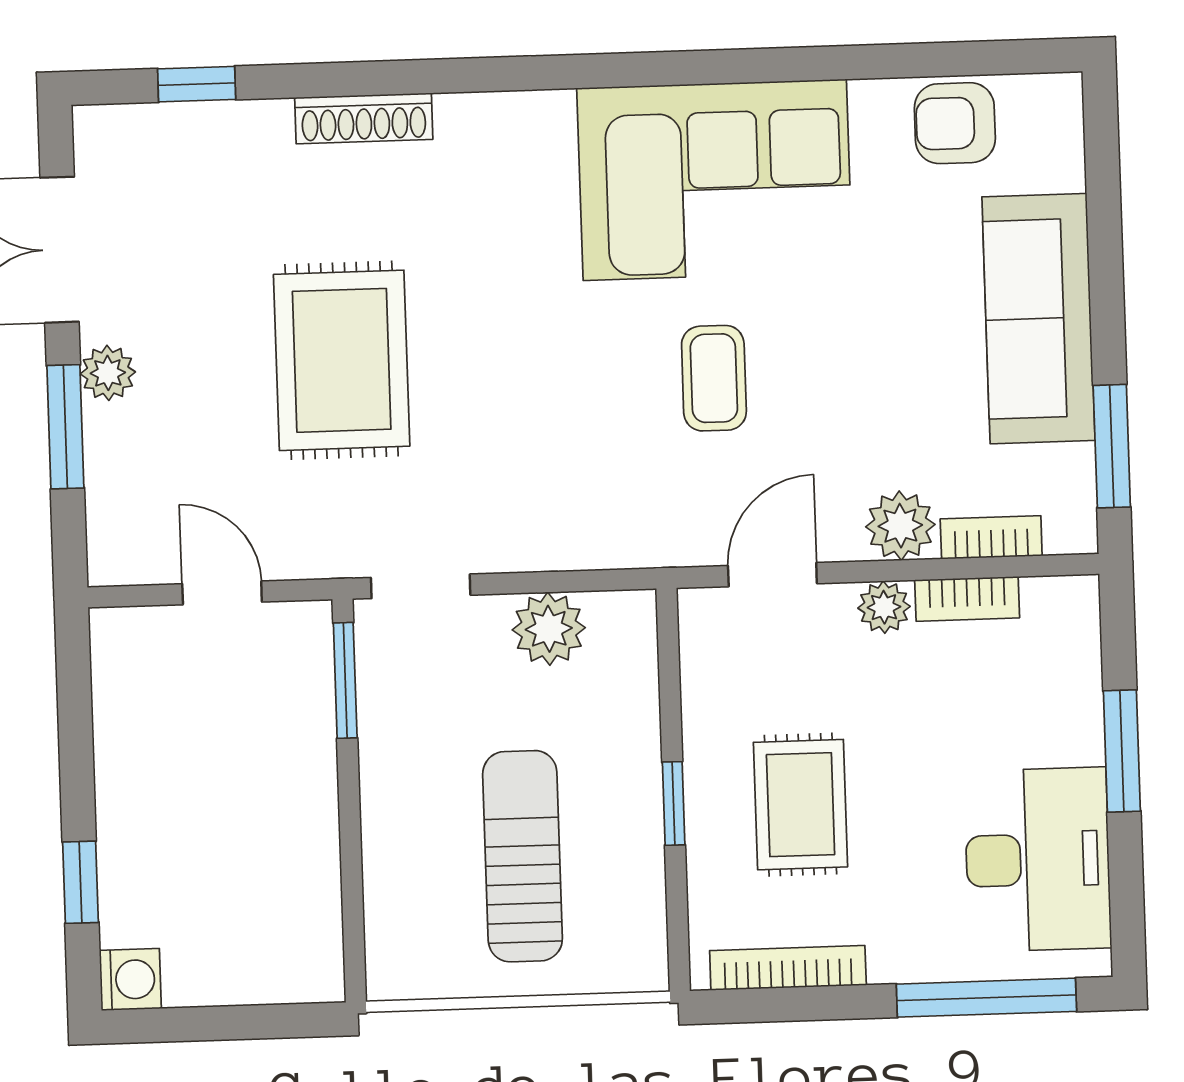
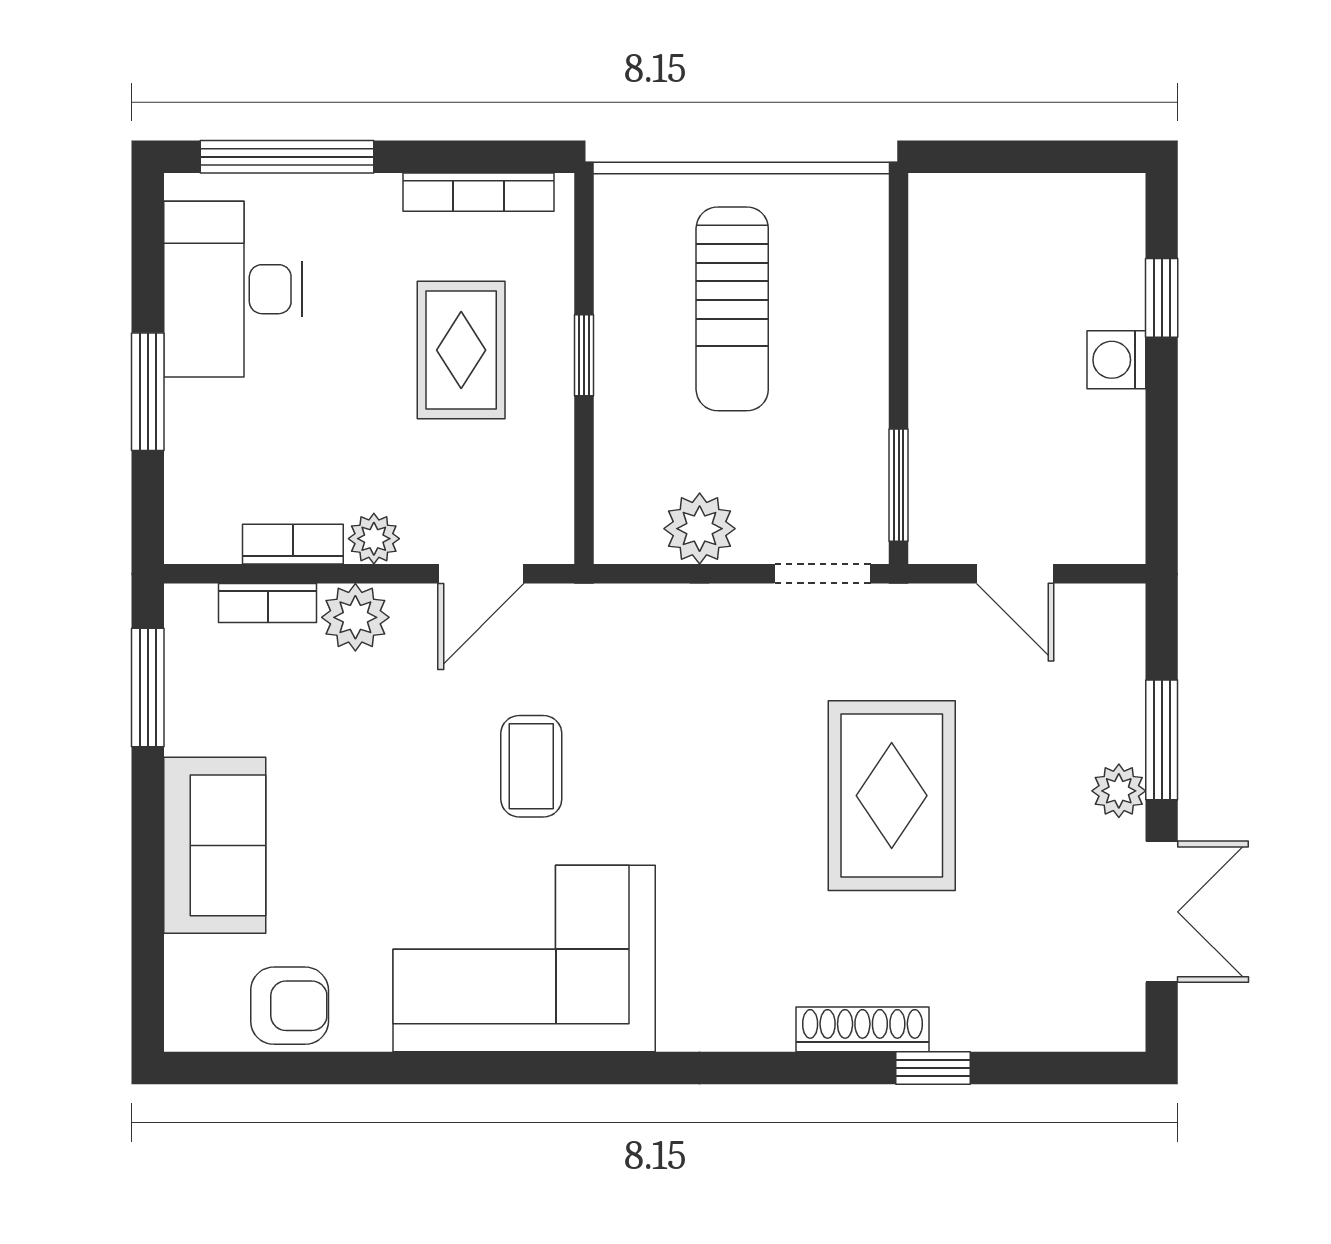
window: (197, 84) -> (933, 1068), moved
sofa: (1038, 319) -> (215, 845), width x0.73
washing machine: (130, 979) -> (1116, 360), moved

